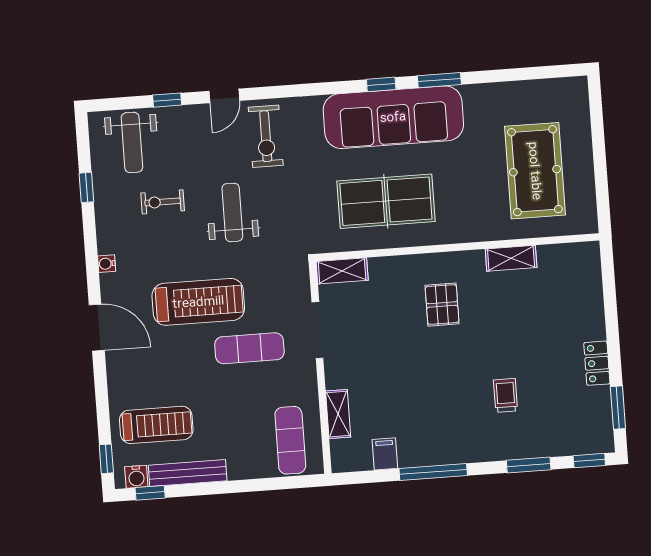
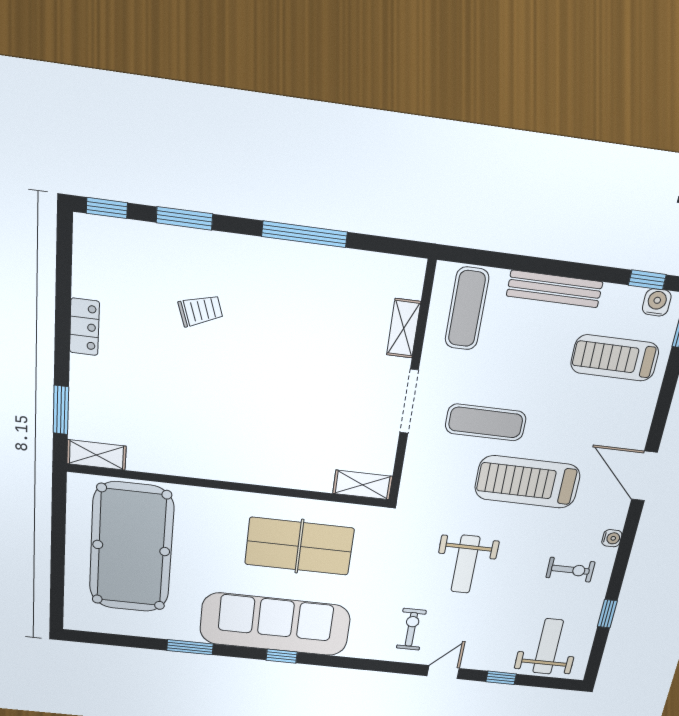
window: (439, 80) -> (190, 647), moved
exercise bike: (266, 136) -> (411, 629), width x0.73, depth x0.72
pool table: (535, 171) -> (131, 548), width x1.36, depth x1.32
exercise bike: (163, 202) -> (570, 570), moved
shelving: (511, 258) -> (96, 455), moved
pallet: (442, 305) -> (258, 428), removed
doorway: (317, 330) -> (409, 401), moved
trolley: (505, 395) -> (200, 311), turned -109
window: (618, 408) -> (61, 410), moved
filing cabinet: (385, 454) -> (359, 269), removed
bench: (188, 473) -> (555, 289), moved

